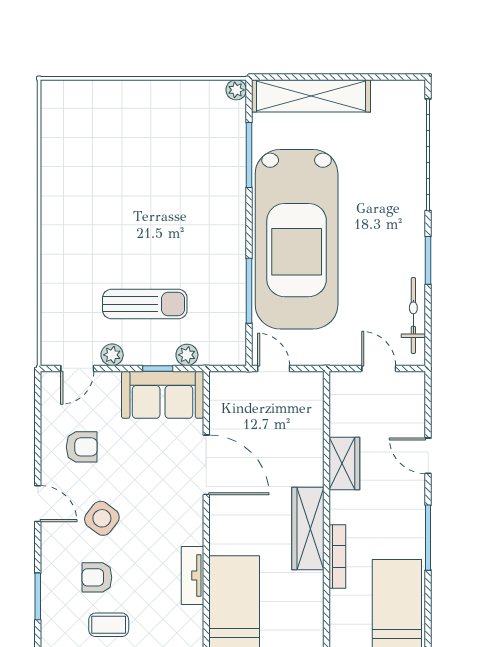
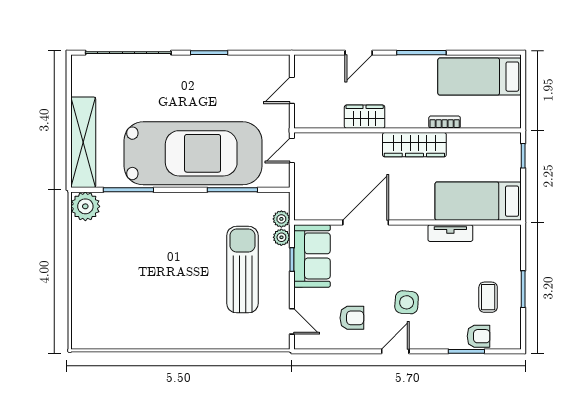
plant: (236, 90) -> (85, 206), width x1.88, depth x1.88
sun lounger: (145, 304) -> (242, 270), width x1.36, depth x1.34
bicycle: (413, 316) -> (251, 64), removed
plant: (112, 355) -> (281, 219), moved
door: (274, 368) -> (292, 151), moved
armchair: (82, 447) -> (352, 318), turned 90
side table: (102, 518) -> (407, 302), turned -33
bookcase: (337, 556) -> (445, 122), width x0.64
armchair: (97, 577) -> (479, 336), moved, turned -90

